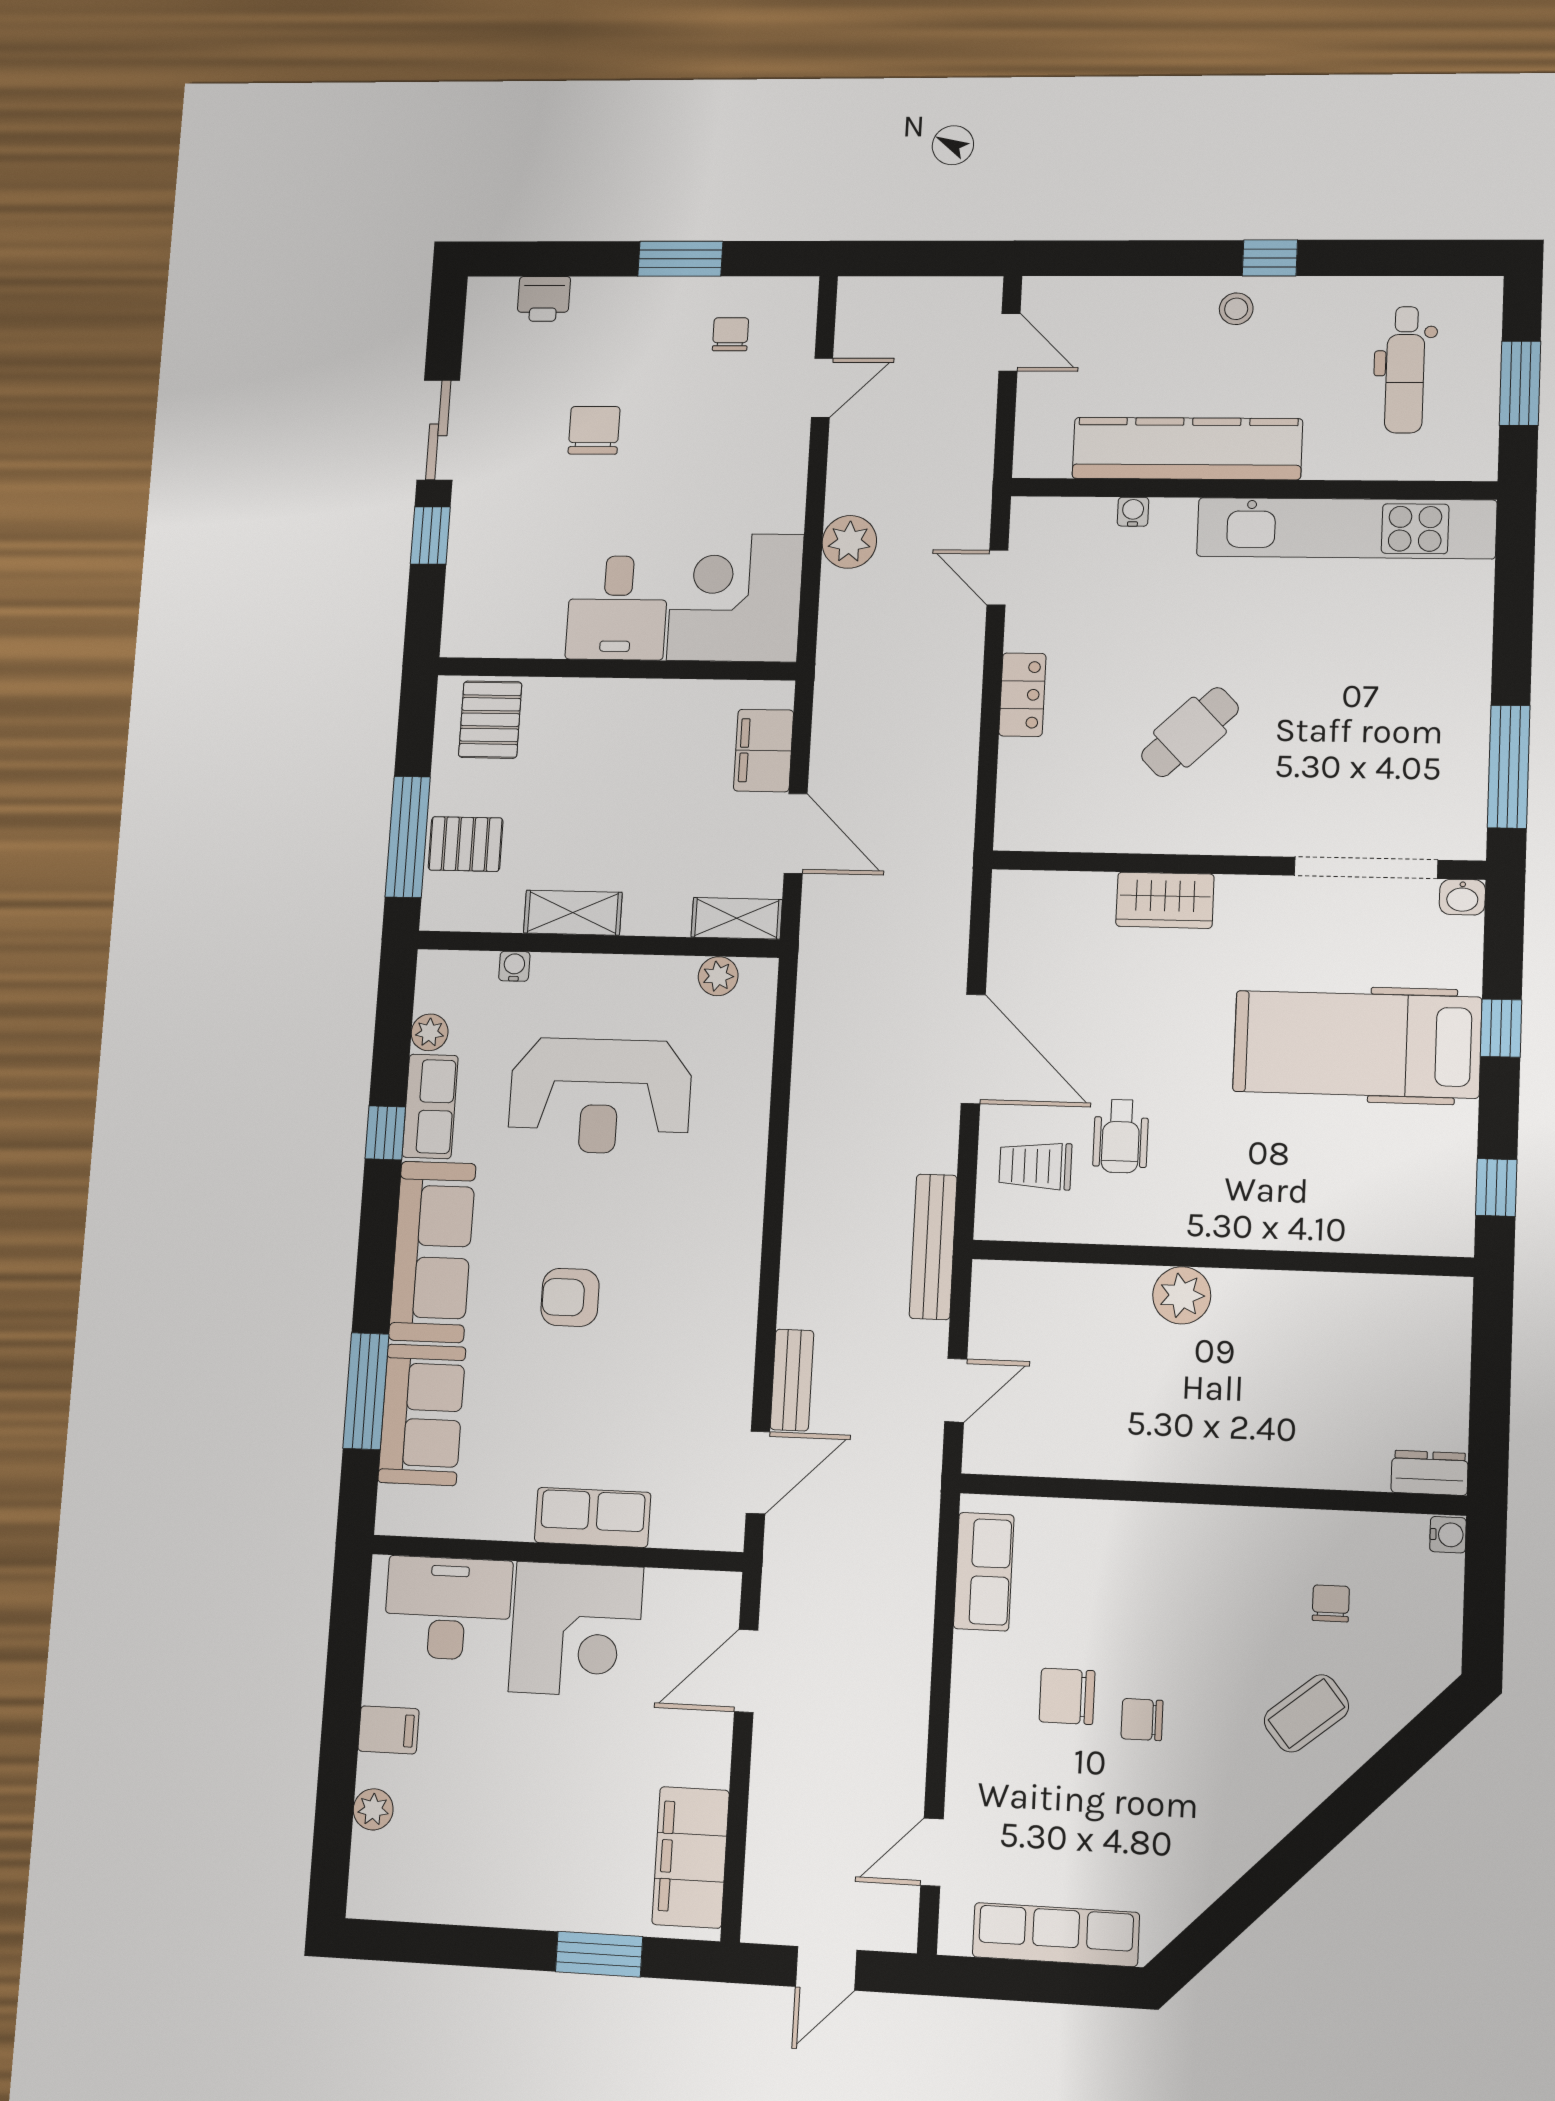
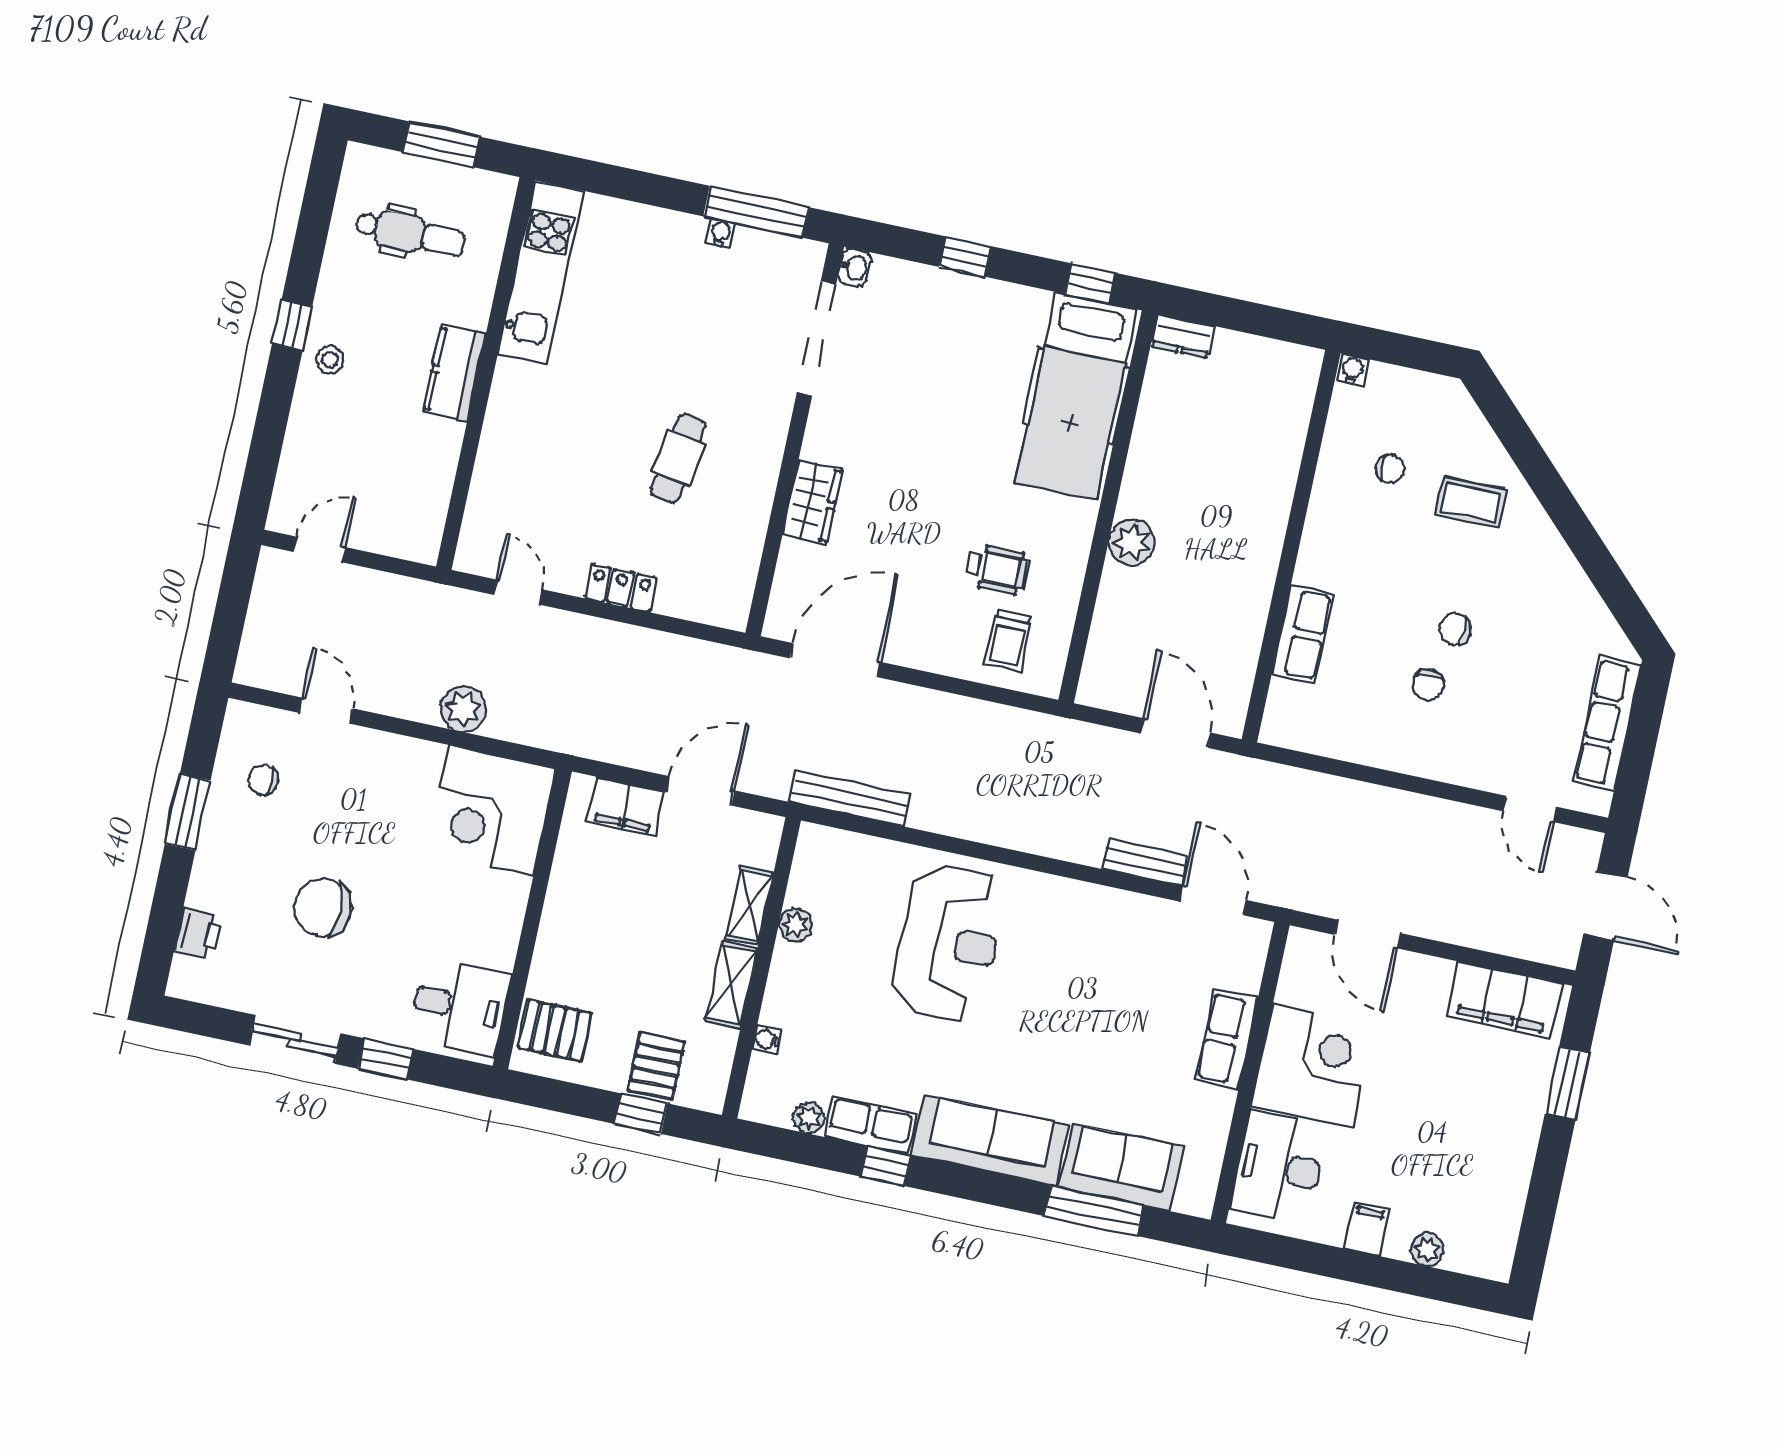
chair: (594, 430) -> (323, 907), width x1.37, depth x1.37
kitchen counter: (1187, 449) -> (454, 373), width x0.48, depth x0.86
water cooler: (1133, 512) -> (721, 233), moved, turned 90
kitchen unit: (1346, 528) -> (541, 273), width x0.73
door: (997, 578) -> (518, 592), swing flipped
desk: (617, 608) -> (460, 1006), moved
cafe table: (1190, 732) -> (678, 458), turned 53
window: (408, 837) -> (641, 1114), width x0.46
shelving: (737, 918) -> (750, 906), moved
plant: (718, 976) -> (795, 925), moved
hospital bed: (1357, 1044) -> (1076, 396), moved
door: (973, 1049) -> (835, 660), moved
reception desk: (600, 1096) -> (948, 943), moved
bench: (933, 1247) -> (850, 798), moved
armchair: (570, 1297) -> (1047, 1032), removed
door: (956, 1390) -> (1176, 733), width x1.38
dresser: (1430, 1473) -> (1183, 336), moved, turned -90
row of seats: (984, 1572) -> (1303, 634), moved, turned 90
chair: (1331, 1603) -> (1390, 469), turned 180
chair: (1067, 1696) -> (1428, 684), width x0.73, depth x0.73
coffee table: (1306, 1713) -> (1471, 502), turned -51
chair: (1142, 1720) -> (1455, 629), turned 90
door: (826, 1968) -> (1605, 906), width x1.38

